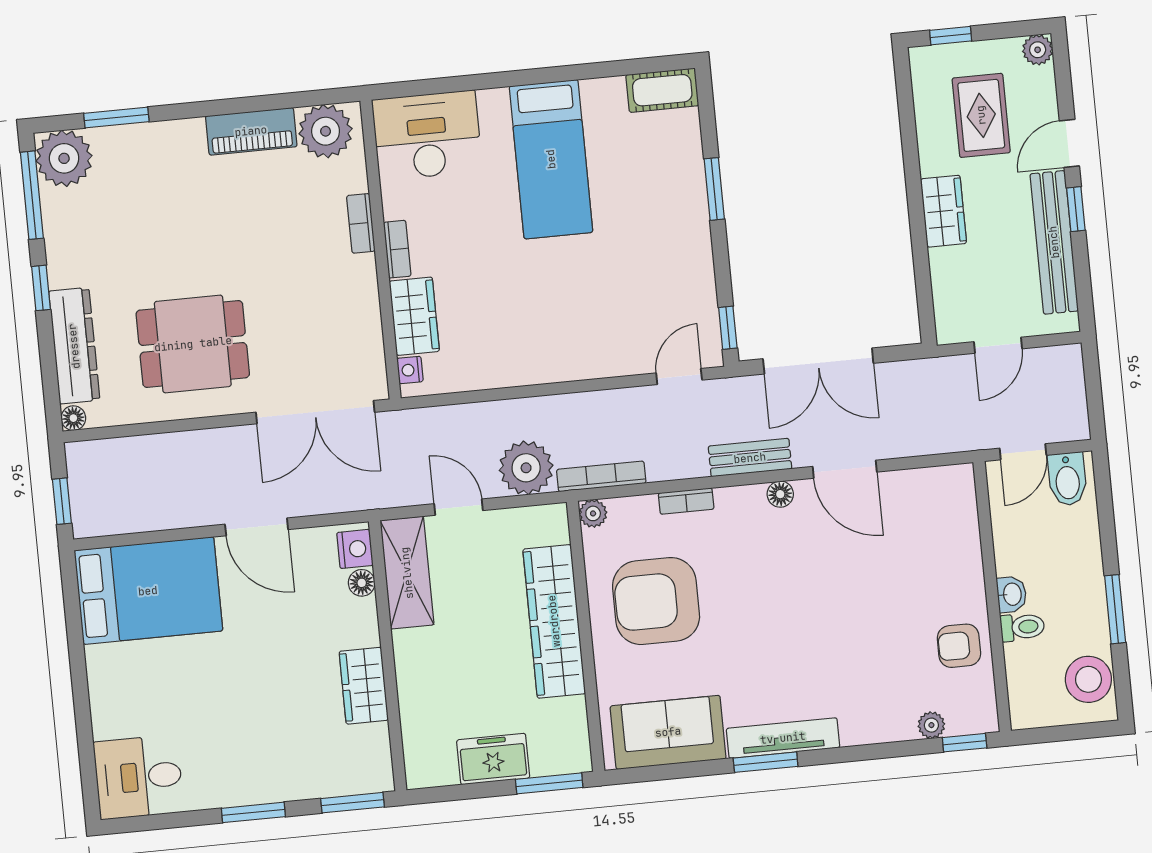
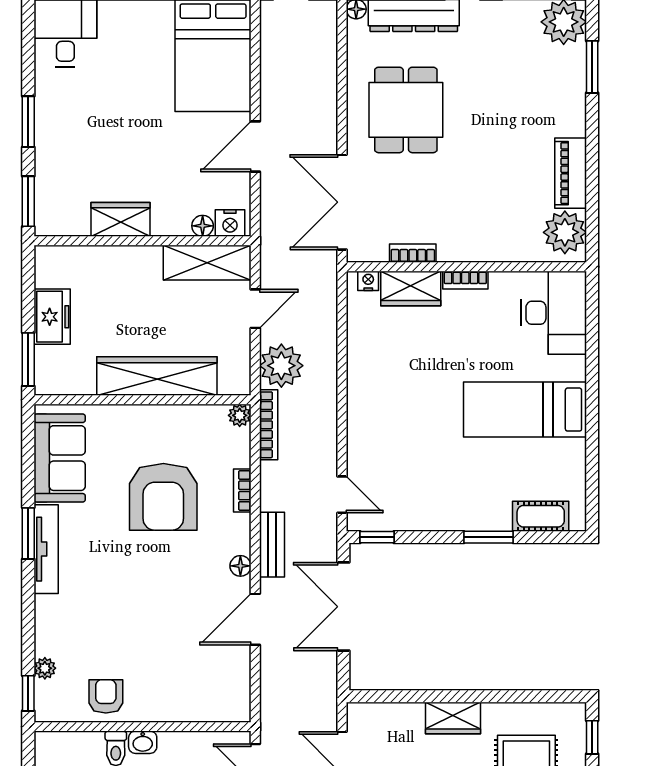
cot: (662, 90) -> (541, 516), moved, turned 90
bookcase: (361, 223) -> (413, 253), moved
armchair: (656, 601) -> (163, 497), moved, turned 180

